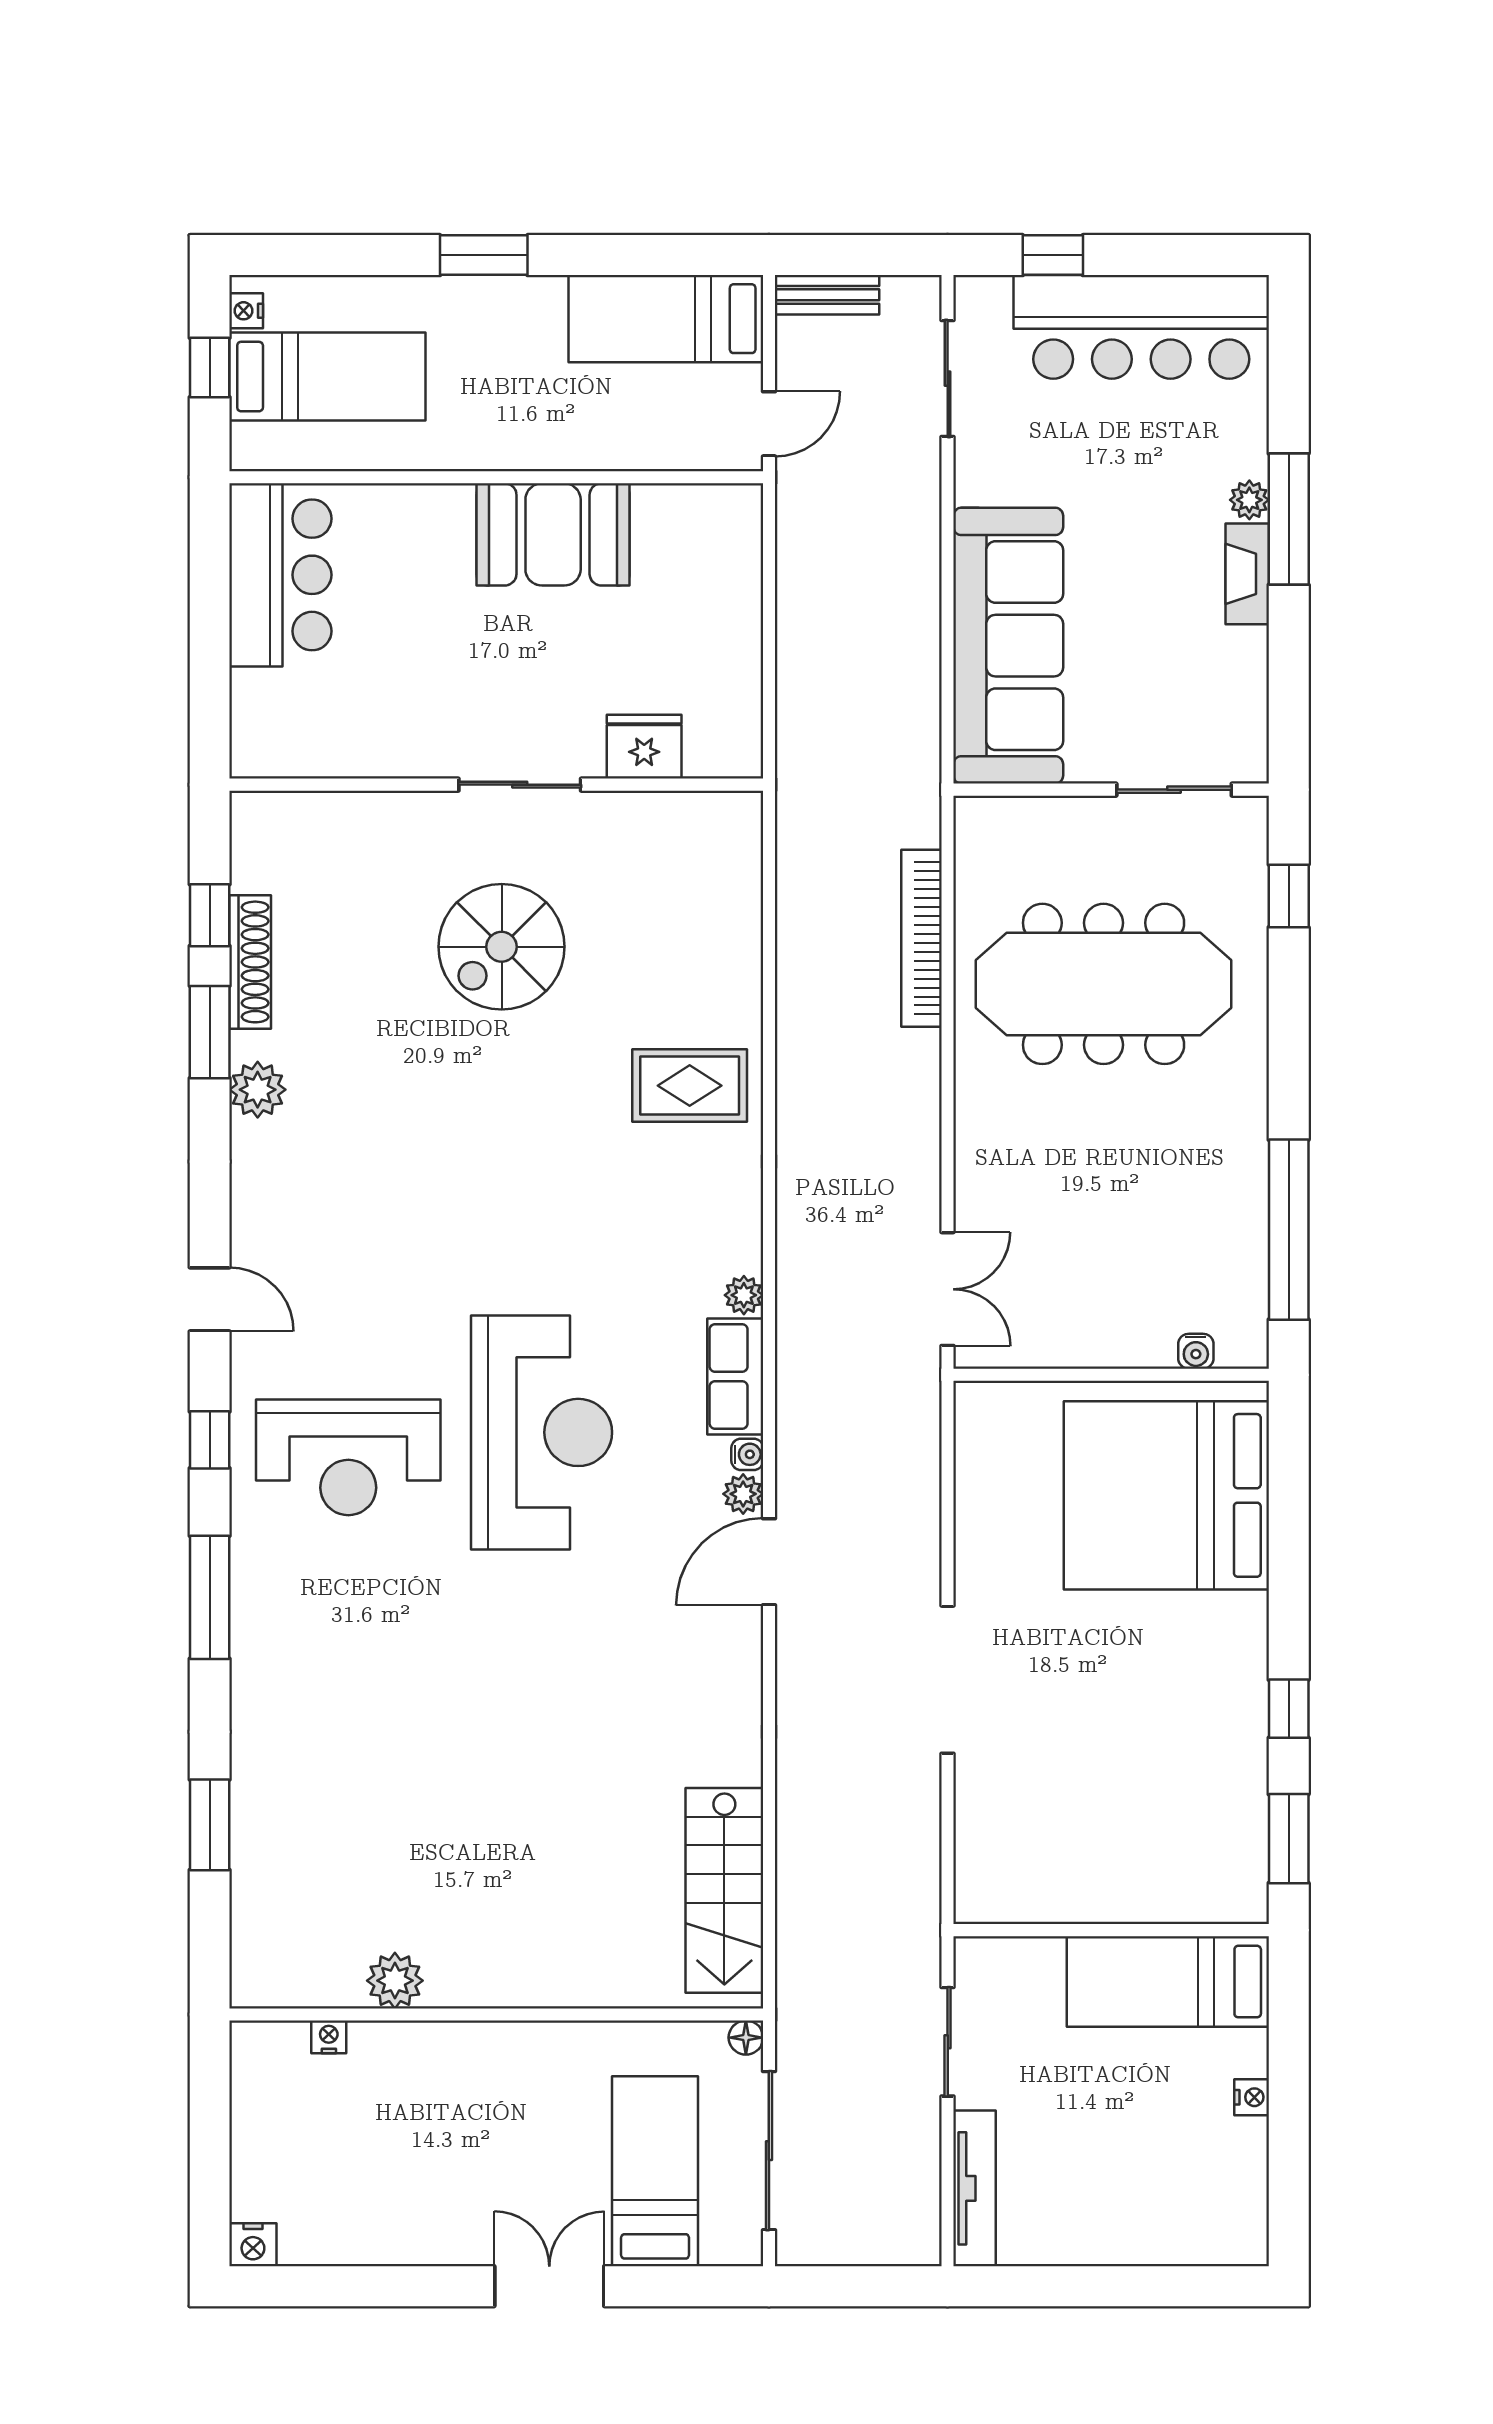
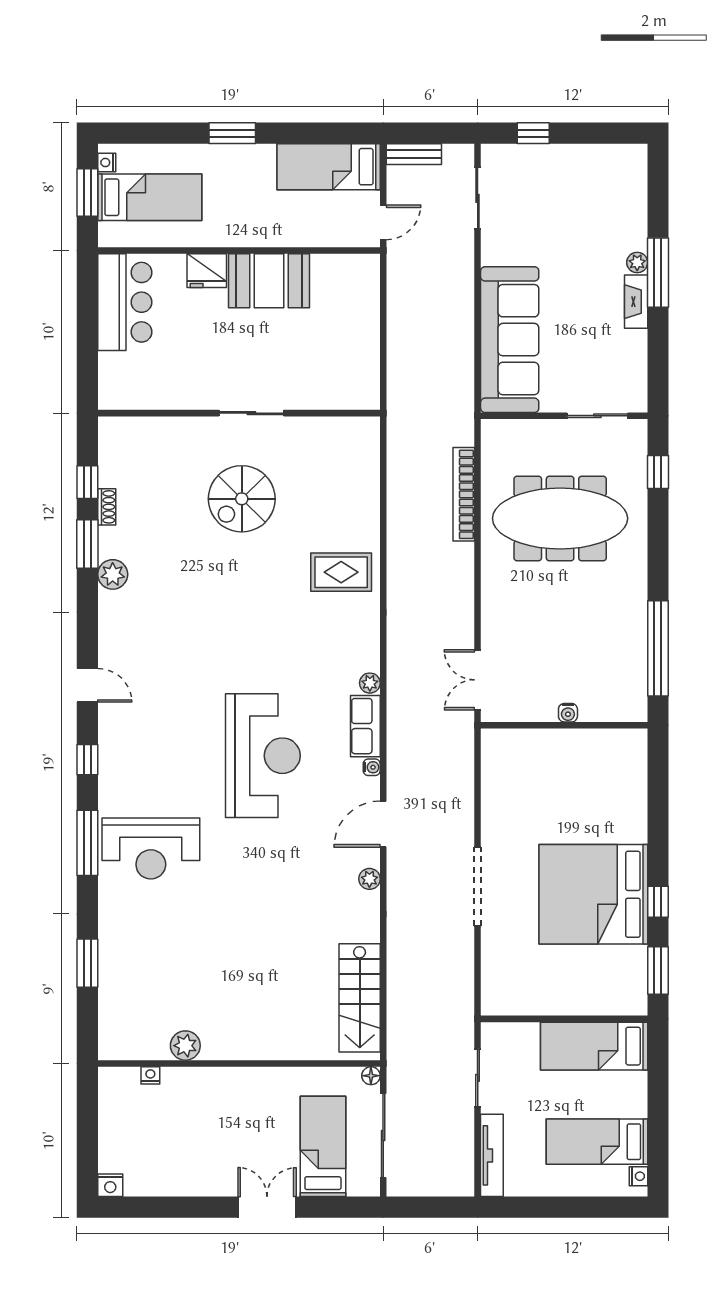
bar counter: (1141, 327) -> (580, 171), removed
window: (210, 368) -> (87, 193), width x1.50
fridge: (644, 747) -> (207, 271), moved, turned 180
shoe rack: (250, 962) -> (107, 507), width x0.51, depth x0.81
double door: (948, 1289) -> (478, 680), swing flipped
water cooler: (1196, 1351) -> (568, 713), moved
reception desk: (348, 1457) -> (151, 848), moved
plant: (743, 1494) -> (369, 879), moved
bed: (1166, 1495) -> (593, 894), moved
nightstand: (1252, 2097) -> (638, 1176), moved
bed: (1173, 2162) -> (597, 1142), added

